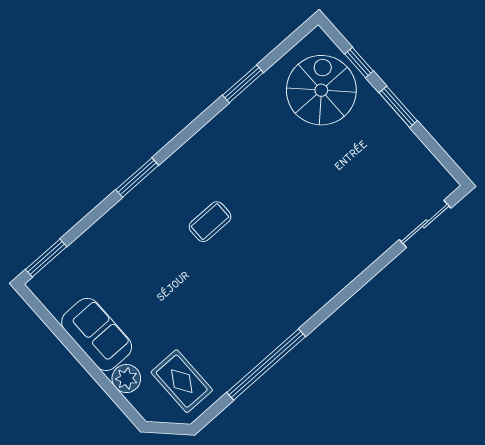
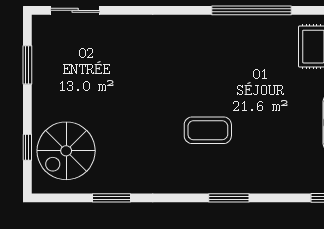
window: (398, 107) -> (27, 65), moved
coffee table: (210, 222) -> (208, 130), width x1.36, depth x1.30

